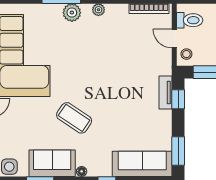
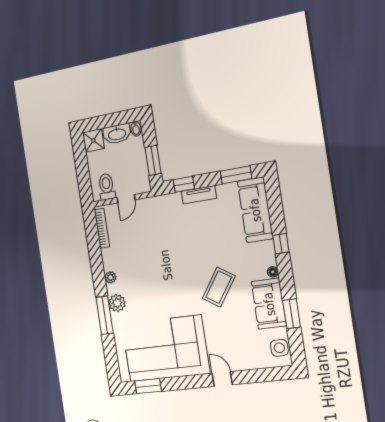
stool: (186, 54) -> (139, 184), removed
tv unit: (166, 92) -> (199, 195), moved

